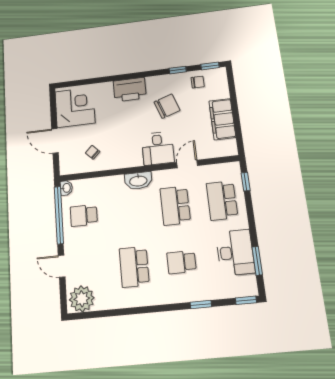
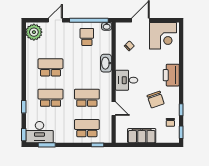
desk: (158, 148) -> (127, 80), moved
washbasin: (138, 181) -> (106, 63), moved
desk: (235, 252) -> (39, 132), moved
school desk: (182, 262) -> (51, 98), width x1.85

